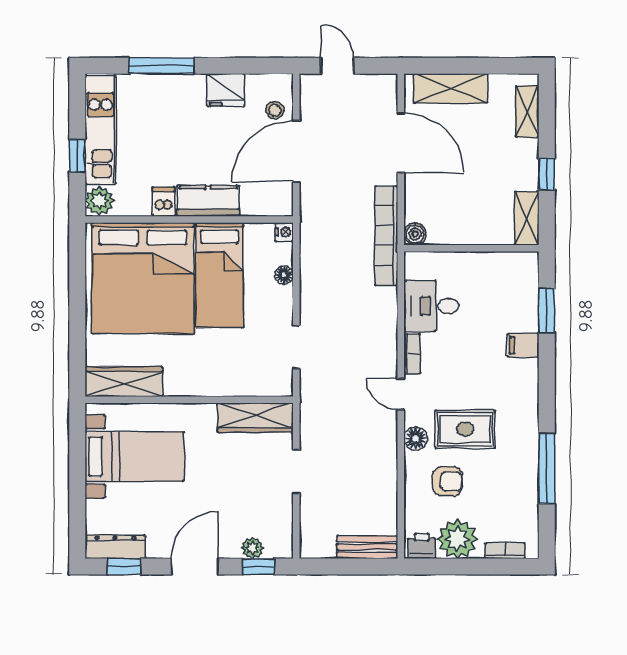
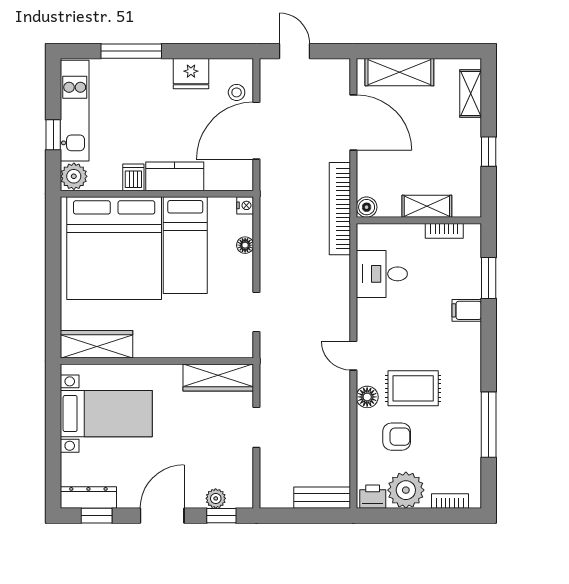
shelving: (527, 218) -> (427, 206), moved, turned 90
bookcase: (412, 354) -> (444, 231), moved, turned 90

